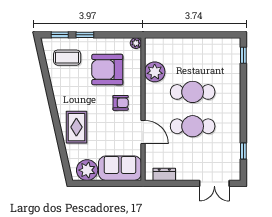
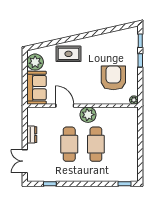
coffee table: (67, 58) -> (123, 47), removed
plant: (155, 72) -> (88, 115), moved
armchair: (121, 103) -> (87, 88), removed
door: (143, 132) -> (65, 106), swing flipped
dresser: (164, 174) -> (32, 135), moved

